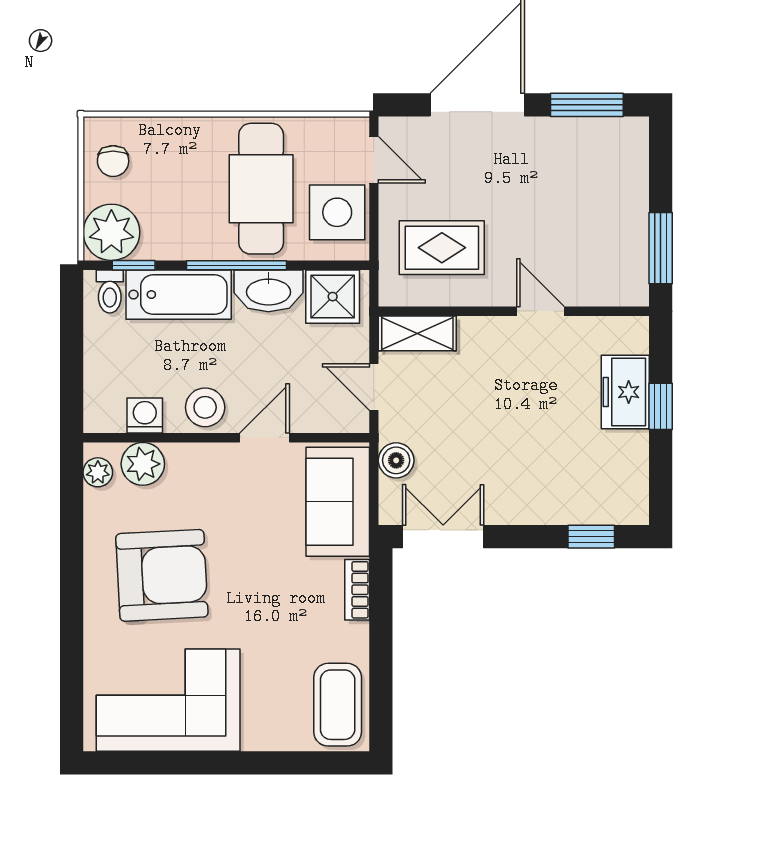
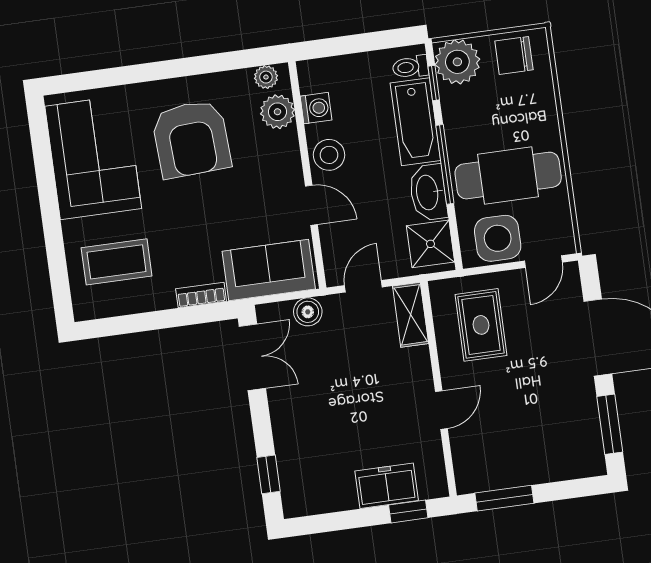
chair: (113, 161) -> (514, 55), width x1.37, depth x1.37
window: (661, 406) -> (408, 511), moved
coffee table: (338, 705) -> (117, 262), moved

